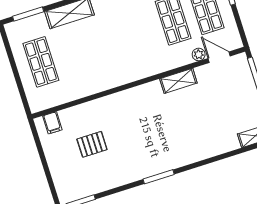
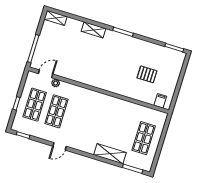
door: (219, 57) -> (46, 74), swing flipped
shelving: (178, 81) -> (94, 30), moved

